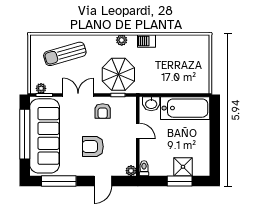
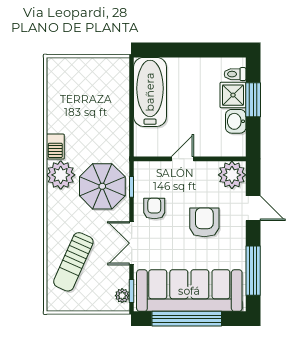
plant: (122, 40) -> (61, 175), width x1.87, depth x1.87
sun lounger: (65, 54) -> (73, 262), turned 40
washbasin: (151, 104) -> (236, 121), moved, turned 180
armchair: (103, 111) -> (154, 209), turned -90
armchair: (93, 147) -> (204, 222), turned 180
toilet: (144, 168) -> (235, 74), moved
plant: (131, 171) -> (232, 175), width x1.88, depth x1.88

